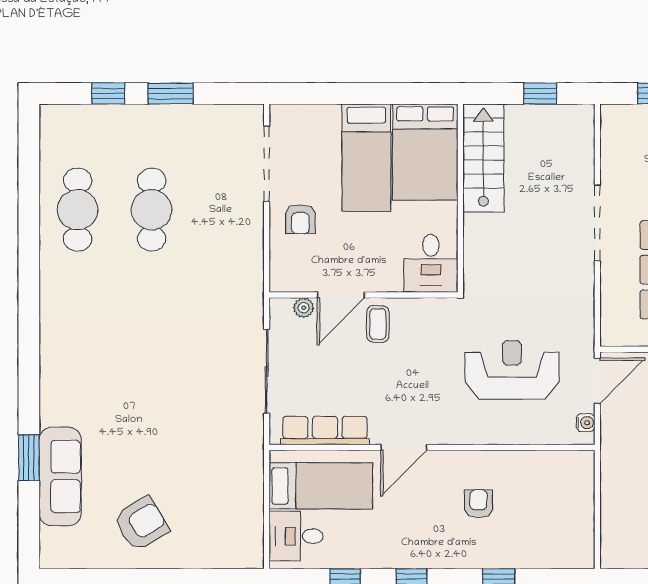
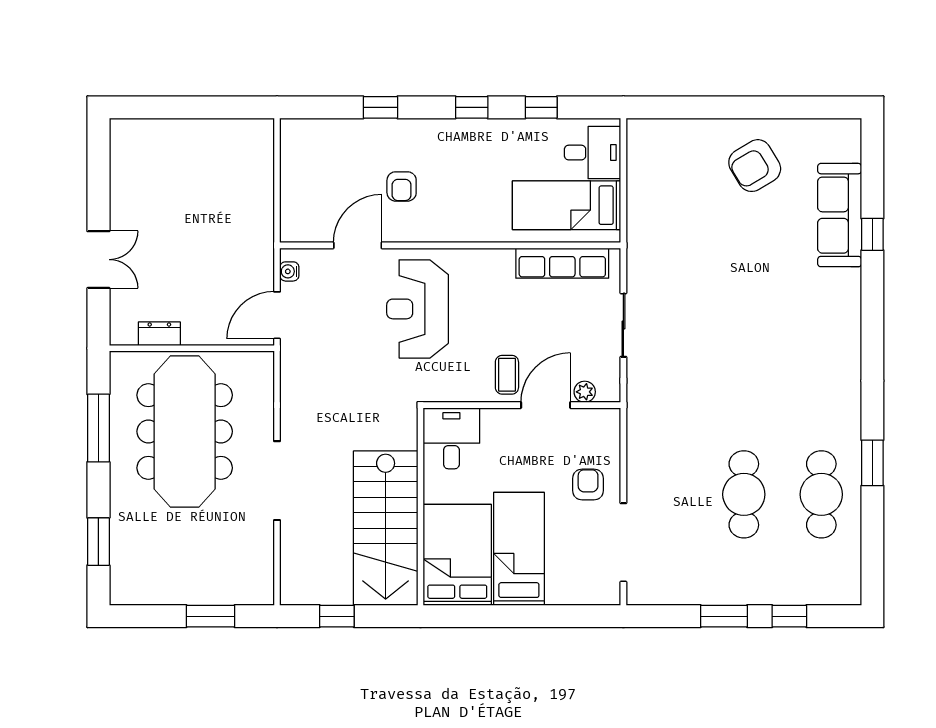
stairs: (483, 158) -> (386, 528), width x1.36, depth x1.51
window: (29, 240) -> (872, 463), added
reception desk: (512, 370) -> (418, 309), moved, turned 90
sliding door: (267, 371) -> (623, 325), width x0.73
door: (404, 447) -> (358, 245), moved
window: (29, 458) -> (872, 234), width x0.67

